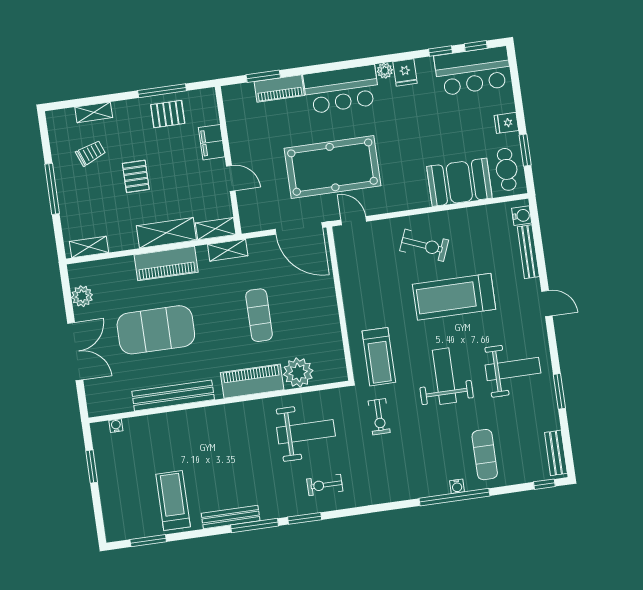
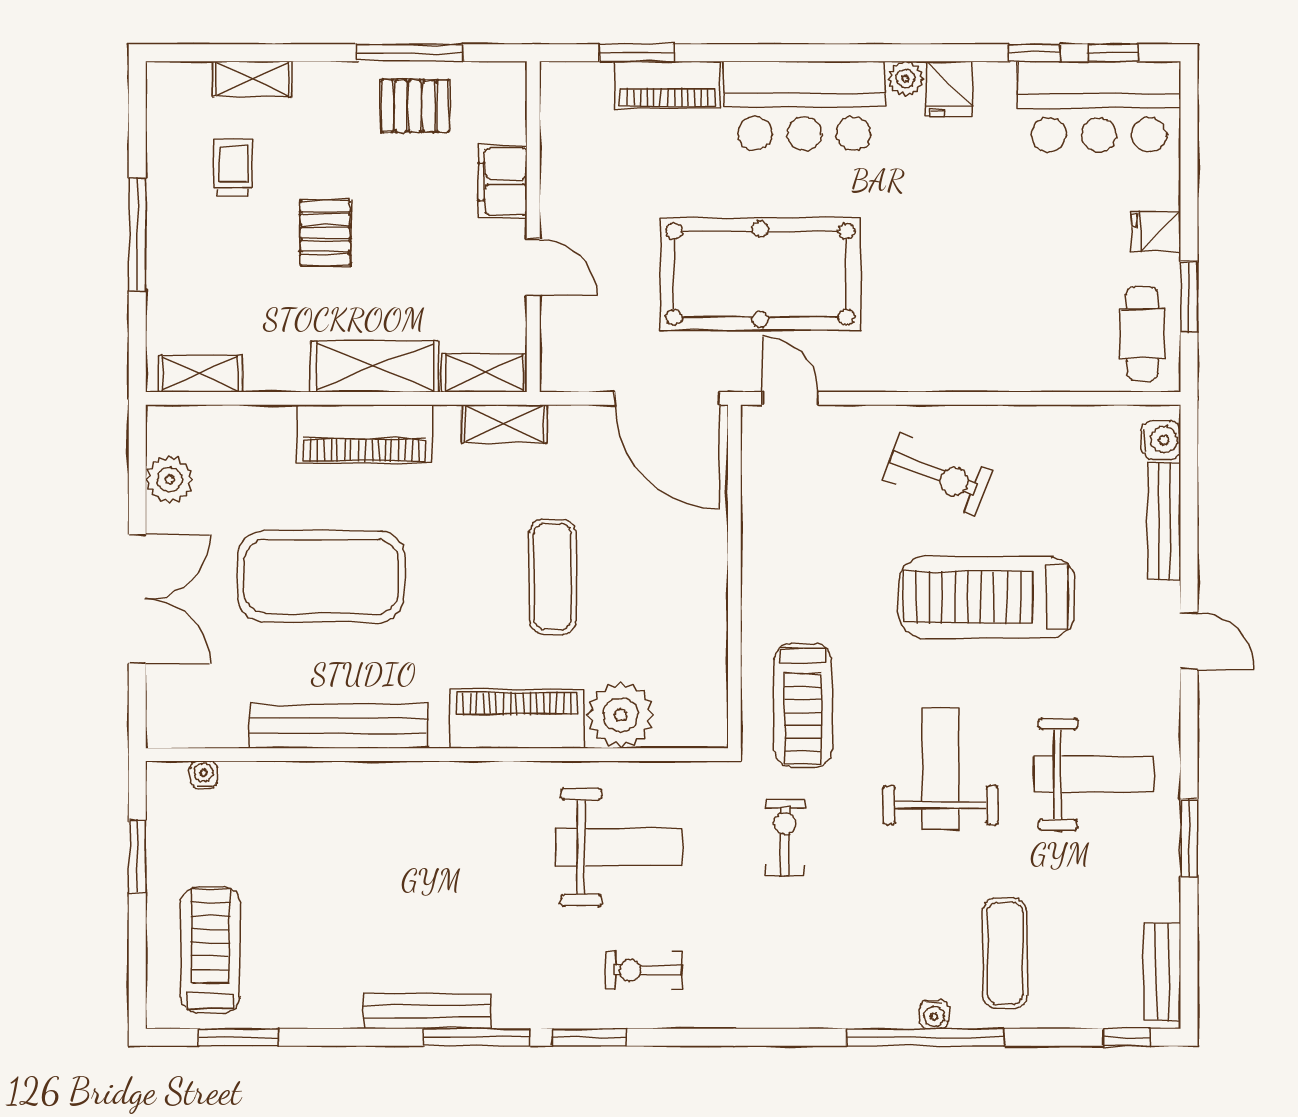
trolley: (91, 153) -> (233, 168), turned -69
booth: (459, 182) -> (1035, 347), removed
exercise bike: (379, 417) -> (785, 837), turned 180
treadmill: (173, 500) -> (210, 950), moved

